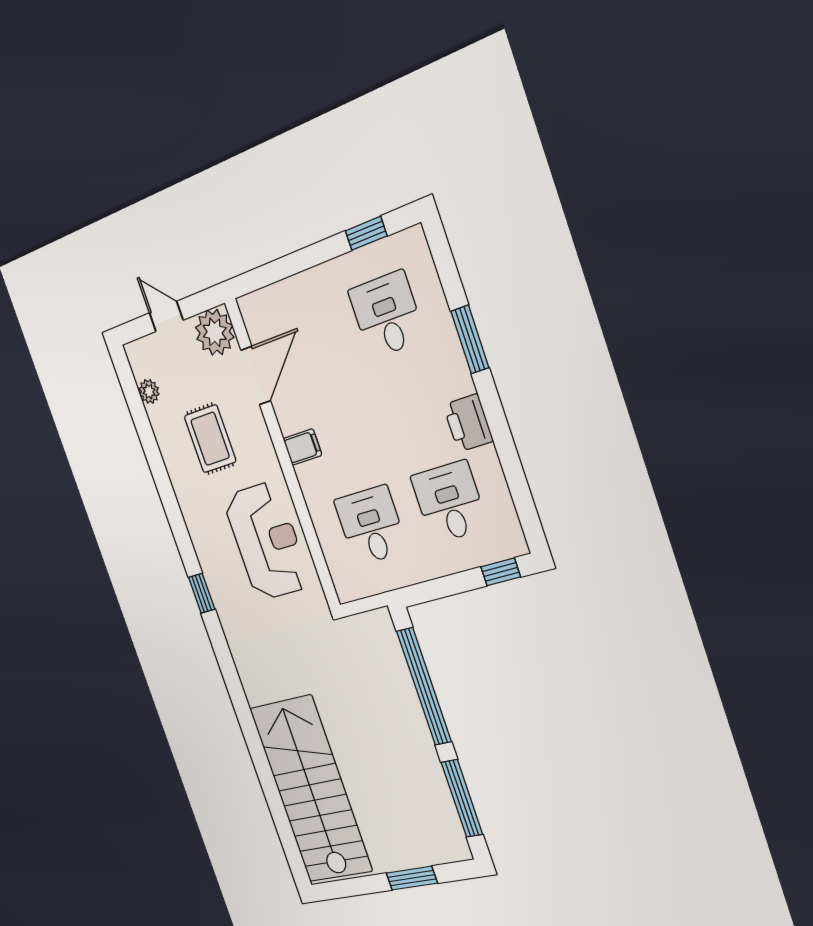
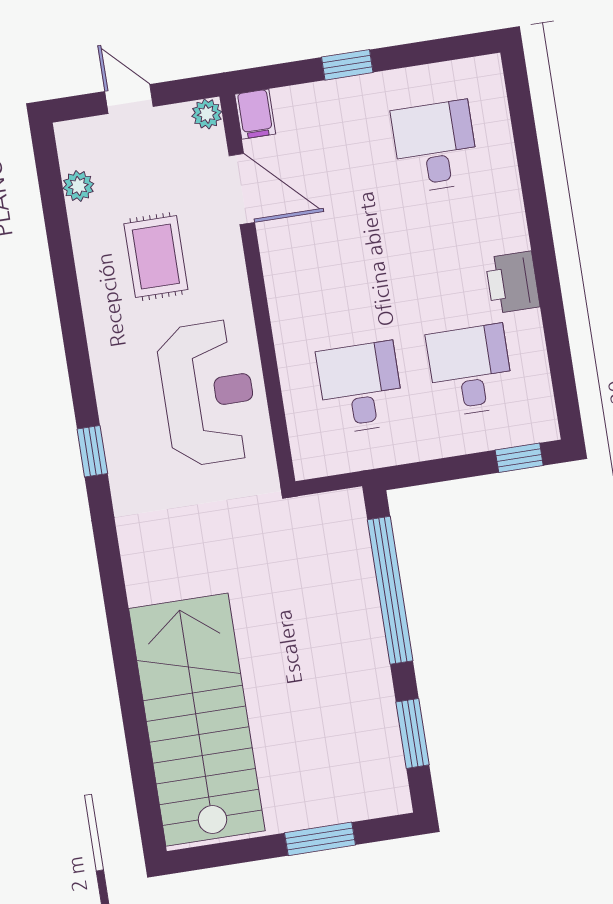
window: (366, 233) -> (347, 65), moved
plant: (215, 332) -> (207, 114), width x0.53, depth x0.53
window: (470, 339) -> (533, 190), removed
door: (256, 376) -> (242, 189), hinge flipped
filing cabinet: (302, 447) -> (255, 114), moved, turned 90
window: (462, 798) -> (413, 733), width x0.69

